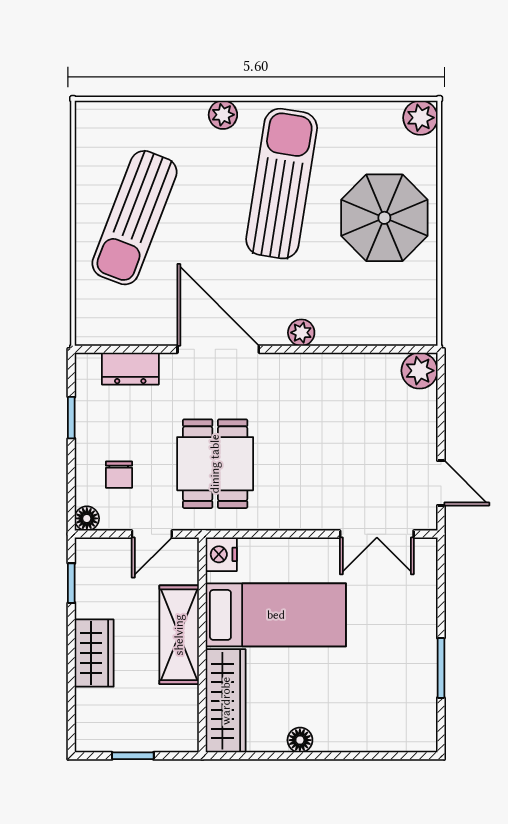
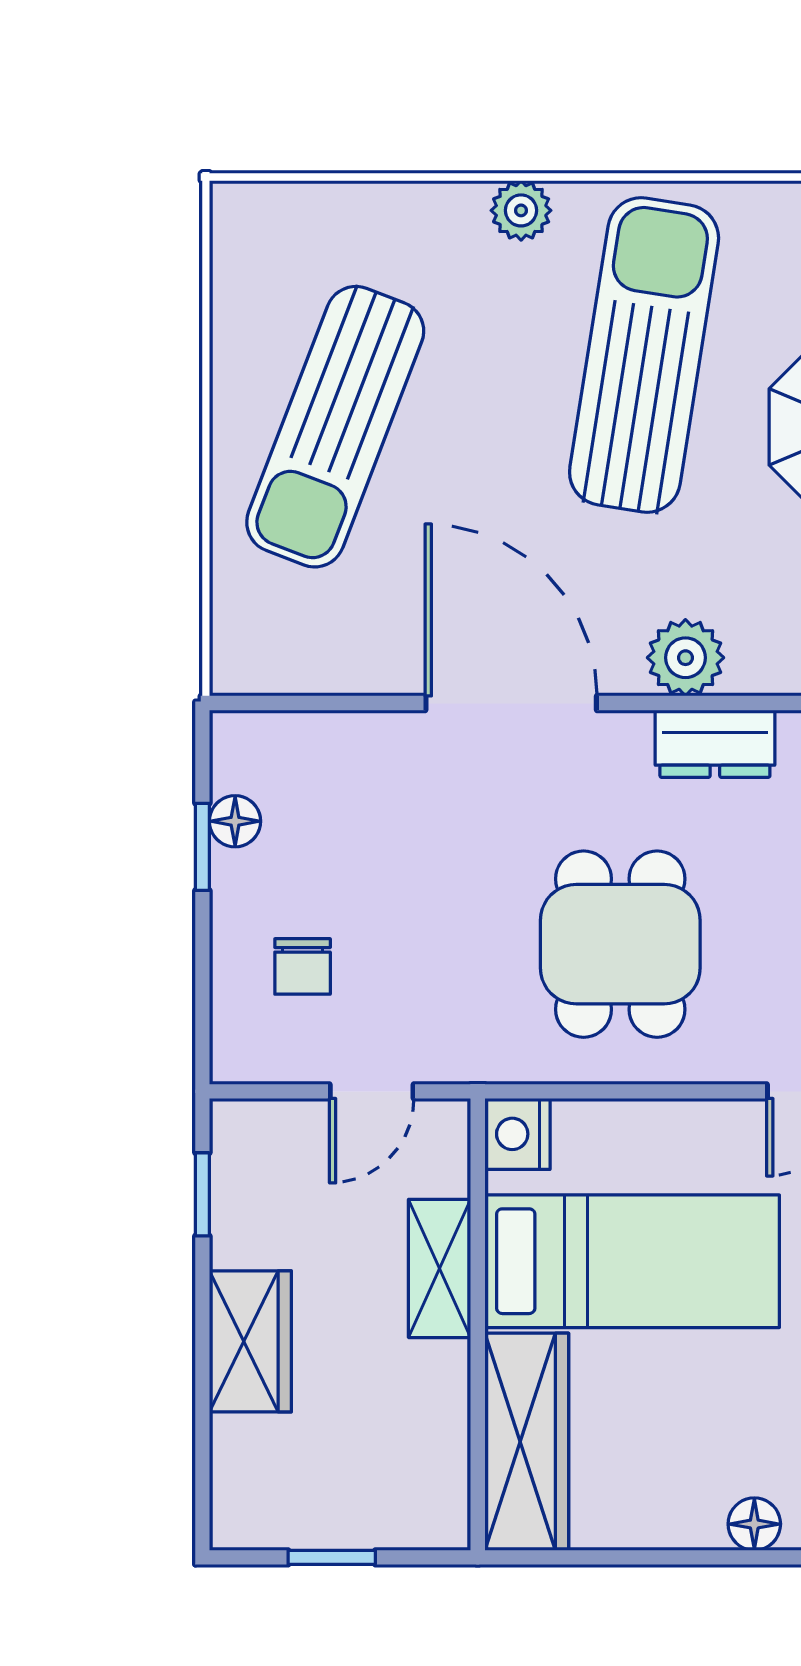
plant: (301, 333) -> (685, 658), width x1.38, depth x1.38
dresser: (130, 369) -> (715, 744), moved
dining table: (215, 464) -> (620, 944), moved
floor lamp: (87, 518) -> (235, 821), moved
shelving: (179, 635) -> (440, 1268), width x0.67, depth x0.75
floor lamp: (300, 740) -> (754, 1524), moved

